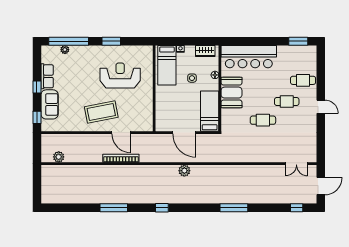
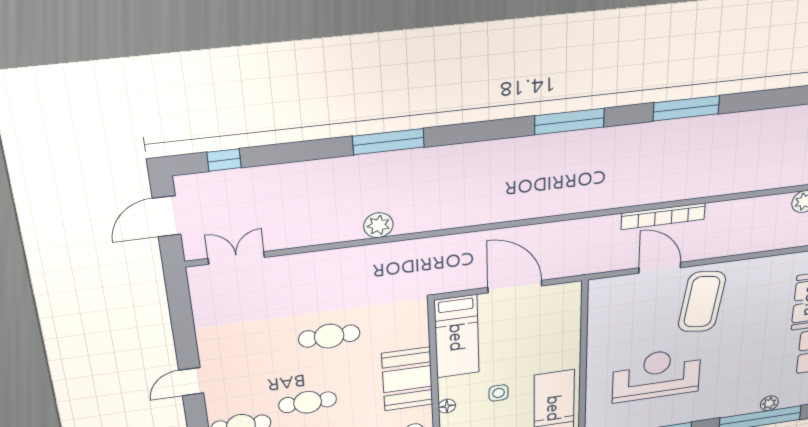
reception desk: (120, 76) -> (657, 375), turned 180
cafe table: (287, 101) -> (308, 402), moved
door: (321, 107) -> (191, 382), hinge flipped
coffee table: (101, 112) -> (702, 302), turned -71
plant: (184, 171) -> (378, 225), moved
window: (162, 208) -> (569, 121), width x2.17

